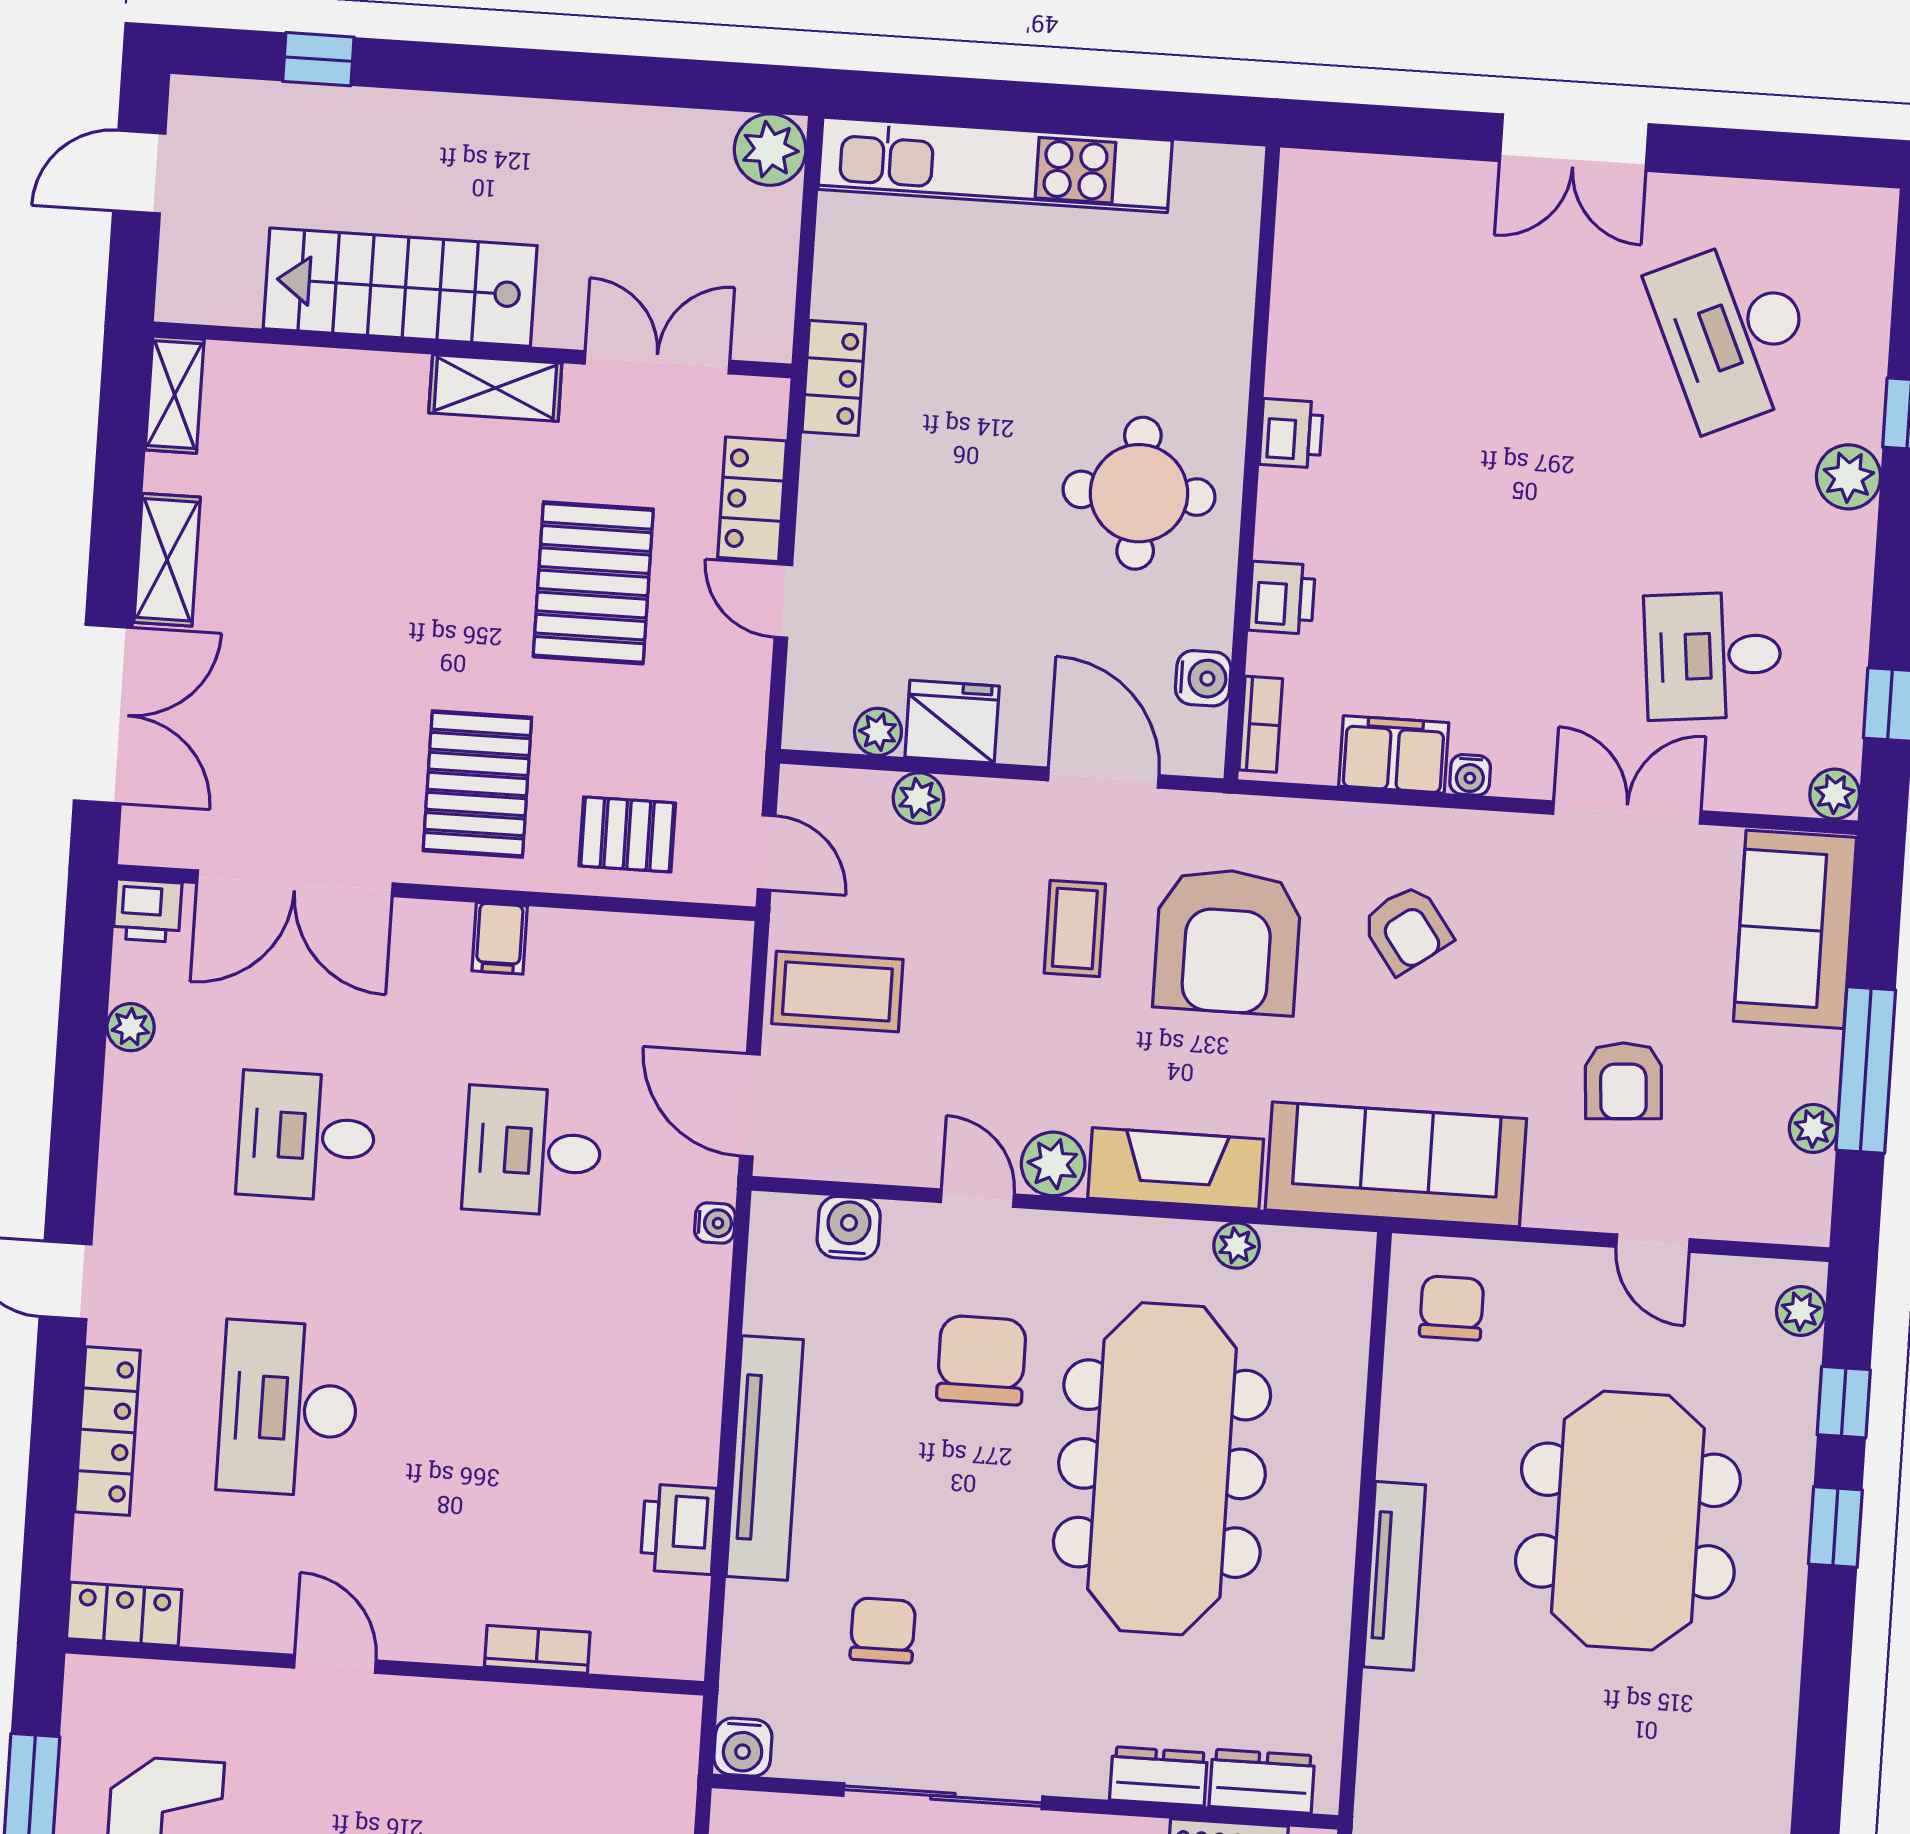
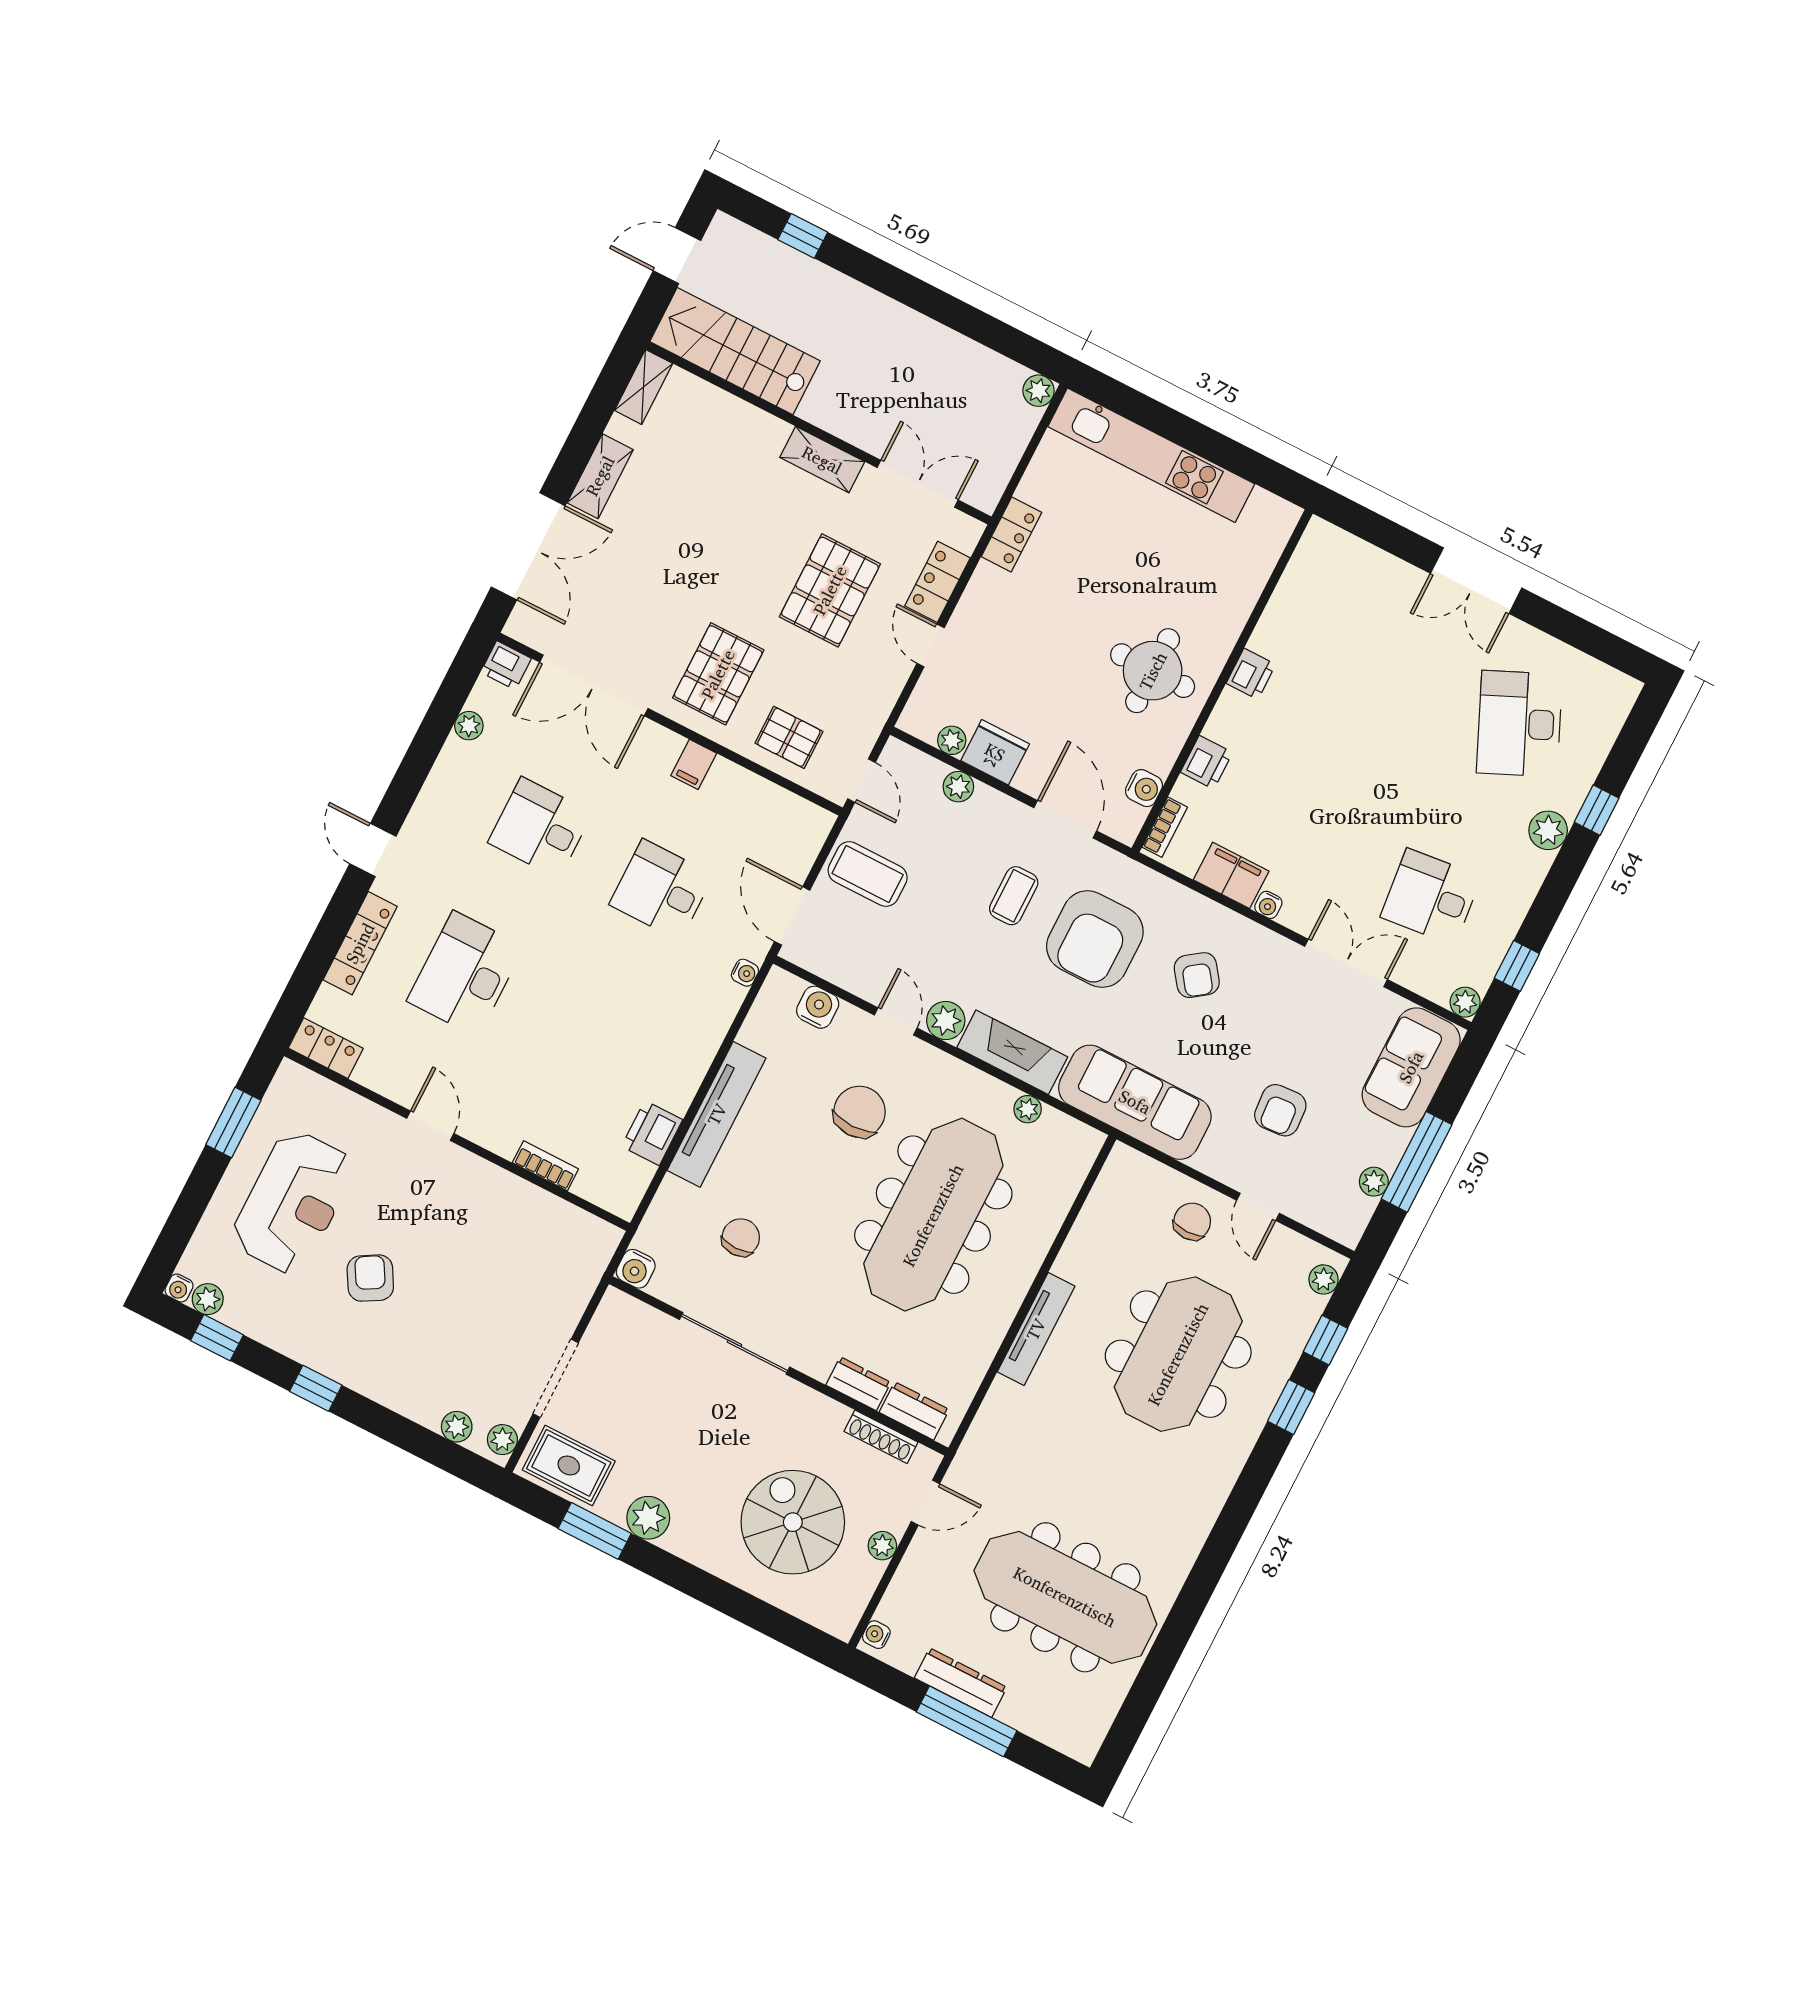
plant: (770, 150) -> (1038, 391), width x0.73, depth x0.73
stairs: (400, 287) -> (735, 351), moved
chair: (1452, 1308) -> (1192, 1221), moved

